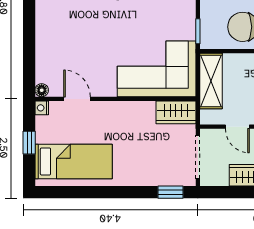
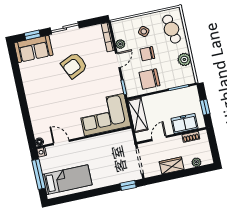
wardrobe: (176, 112) -> (121, 138), removed
door: (237, 127) -> (159, 138), swing flipped
window: (29, 143) -> (39, 174), width x2.17

